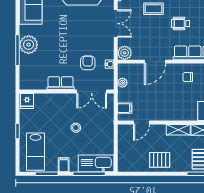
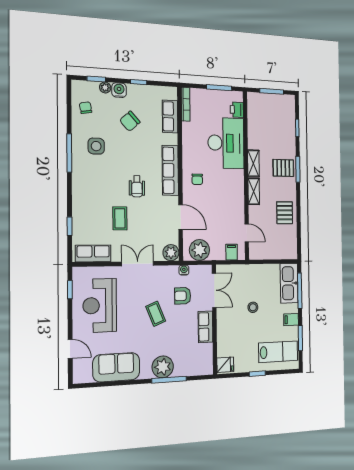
coffee table: (73, 39) -> (156, 314), added
plant: (122, 83) -> (199, 250), width x1.88, depth x1.88

